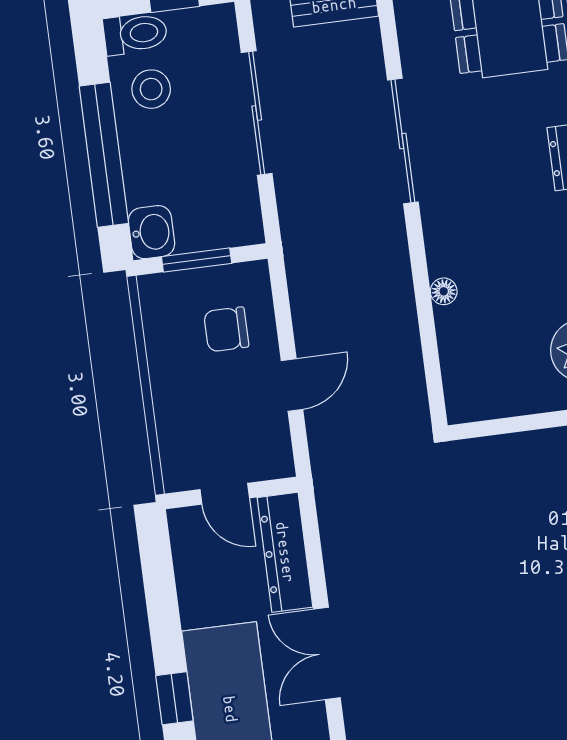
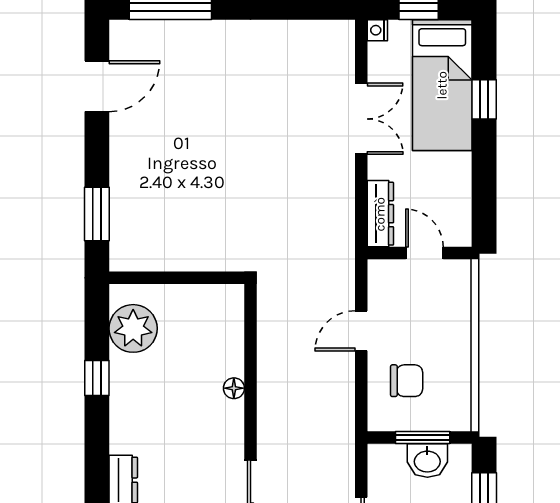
washbasin: (152, 232) -> (427, 461), moved, turned -90
dresser: (285, 552) -> (380, 214), width x0.73, depth x0.80

